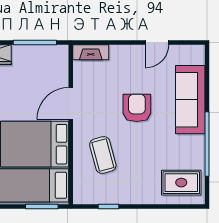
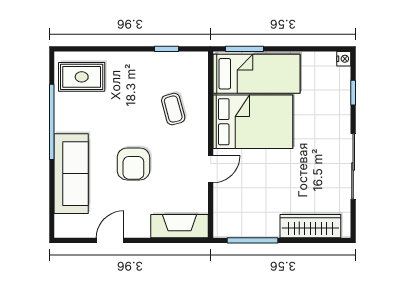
fireplace: (91, 52) -> (180, 226), width x1.37, depth x1.32
door: (71, 104) -> (211, 169), width x0.73
coffee table: (103, 155) -> (173, 109), width x0.73, depth x0.77

